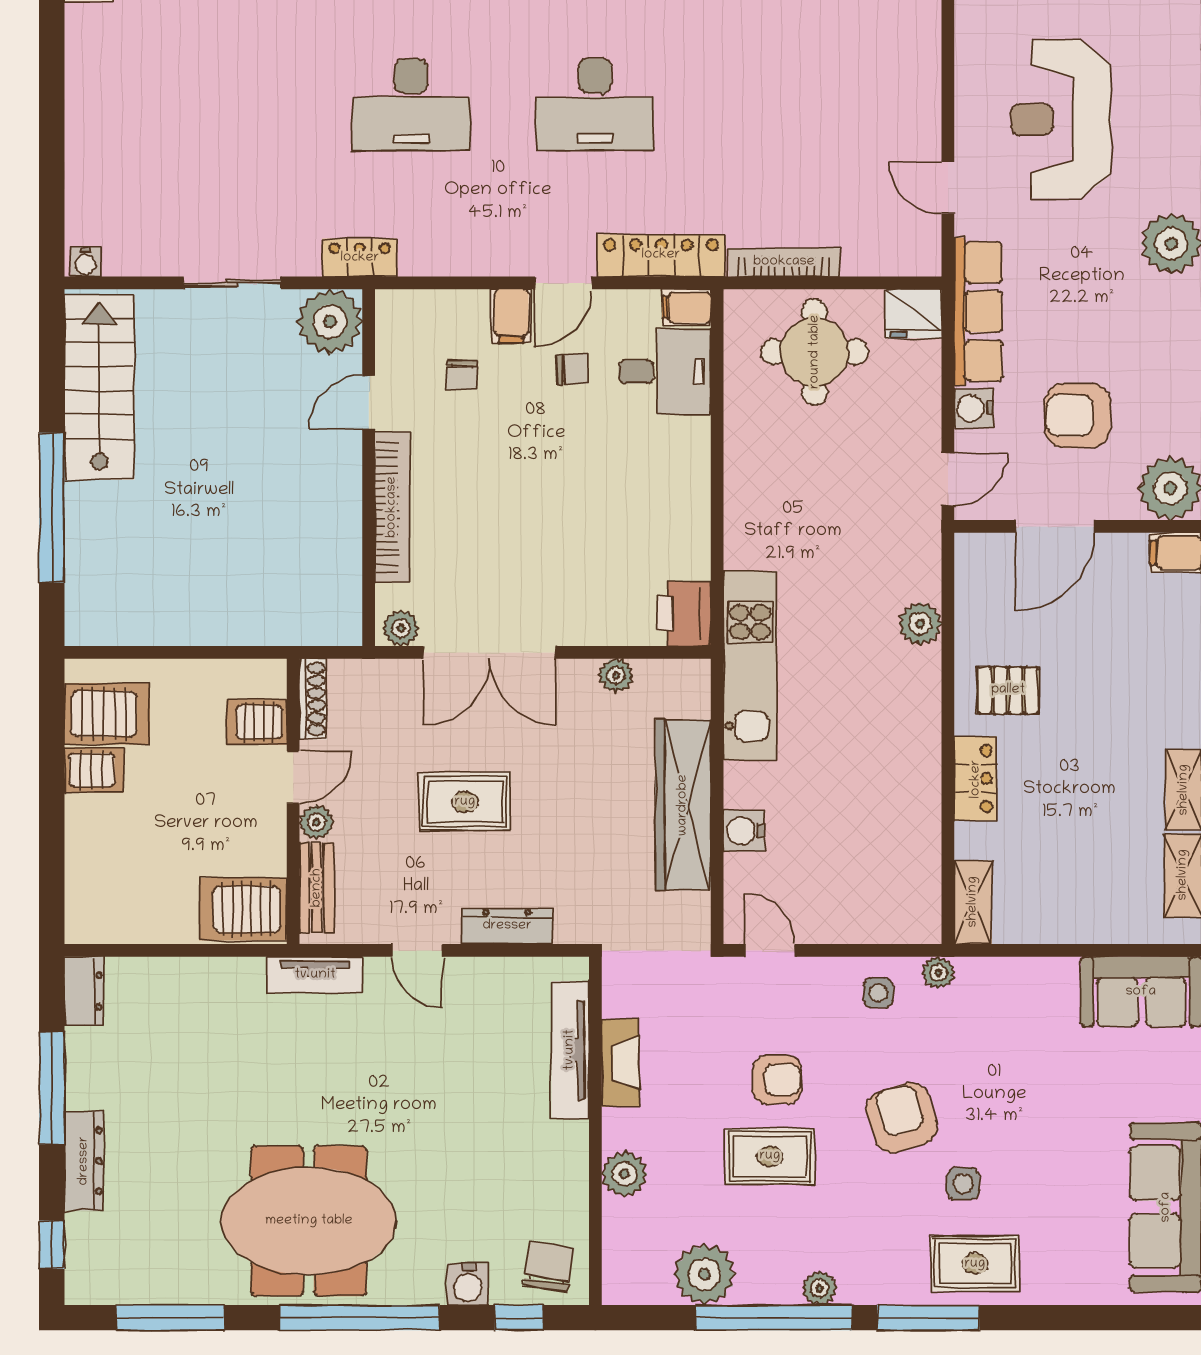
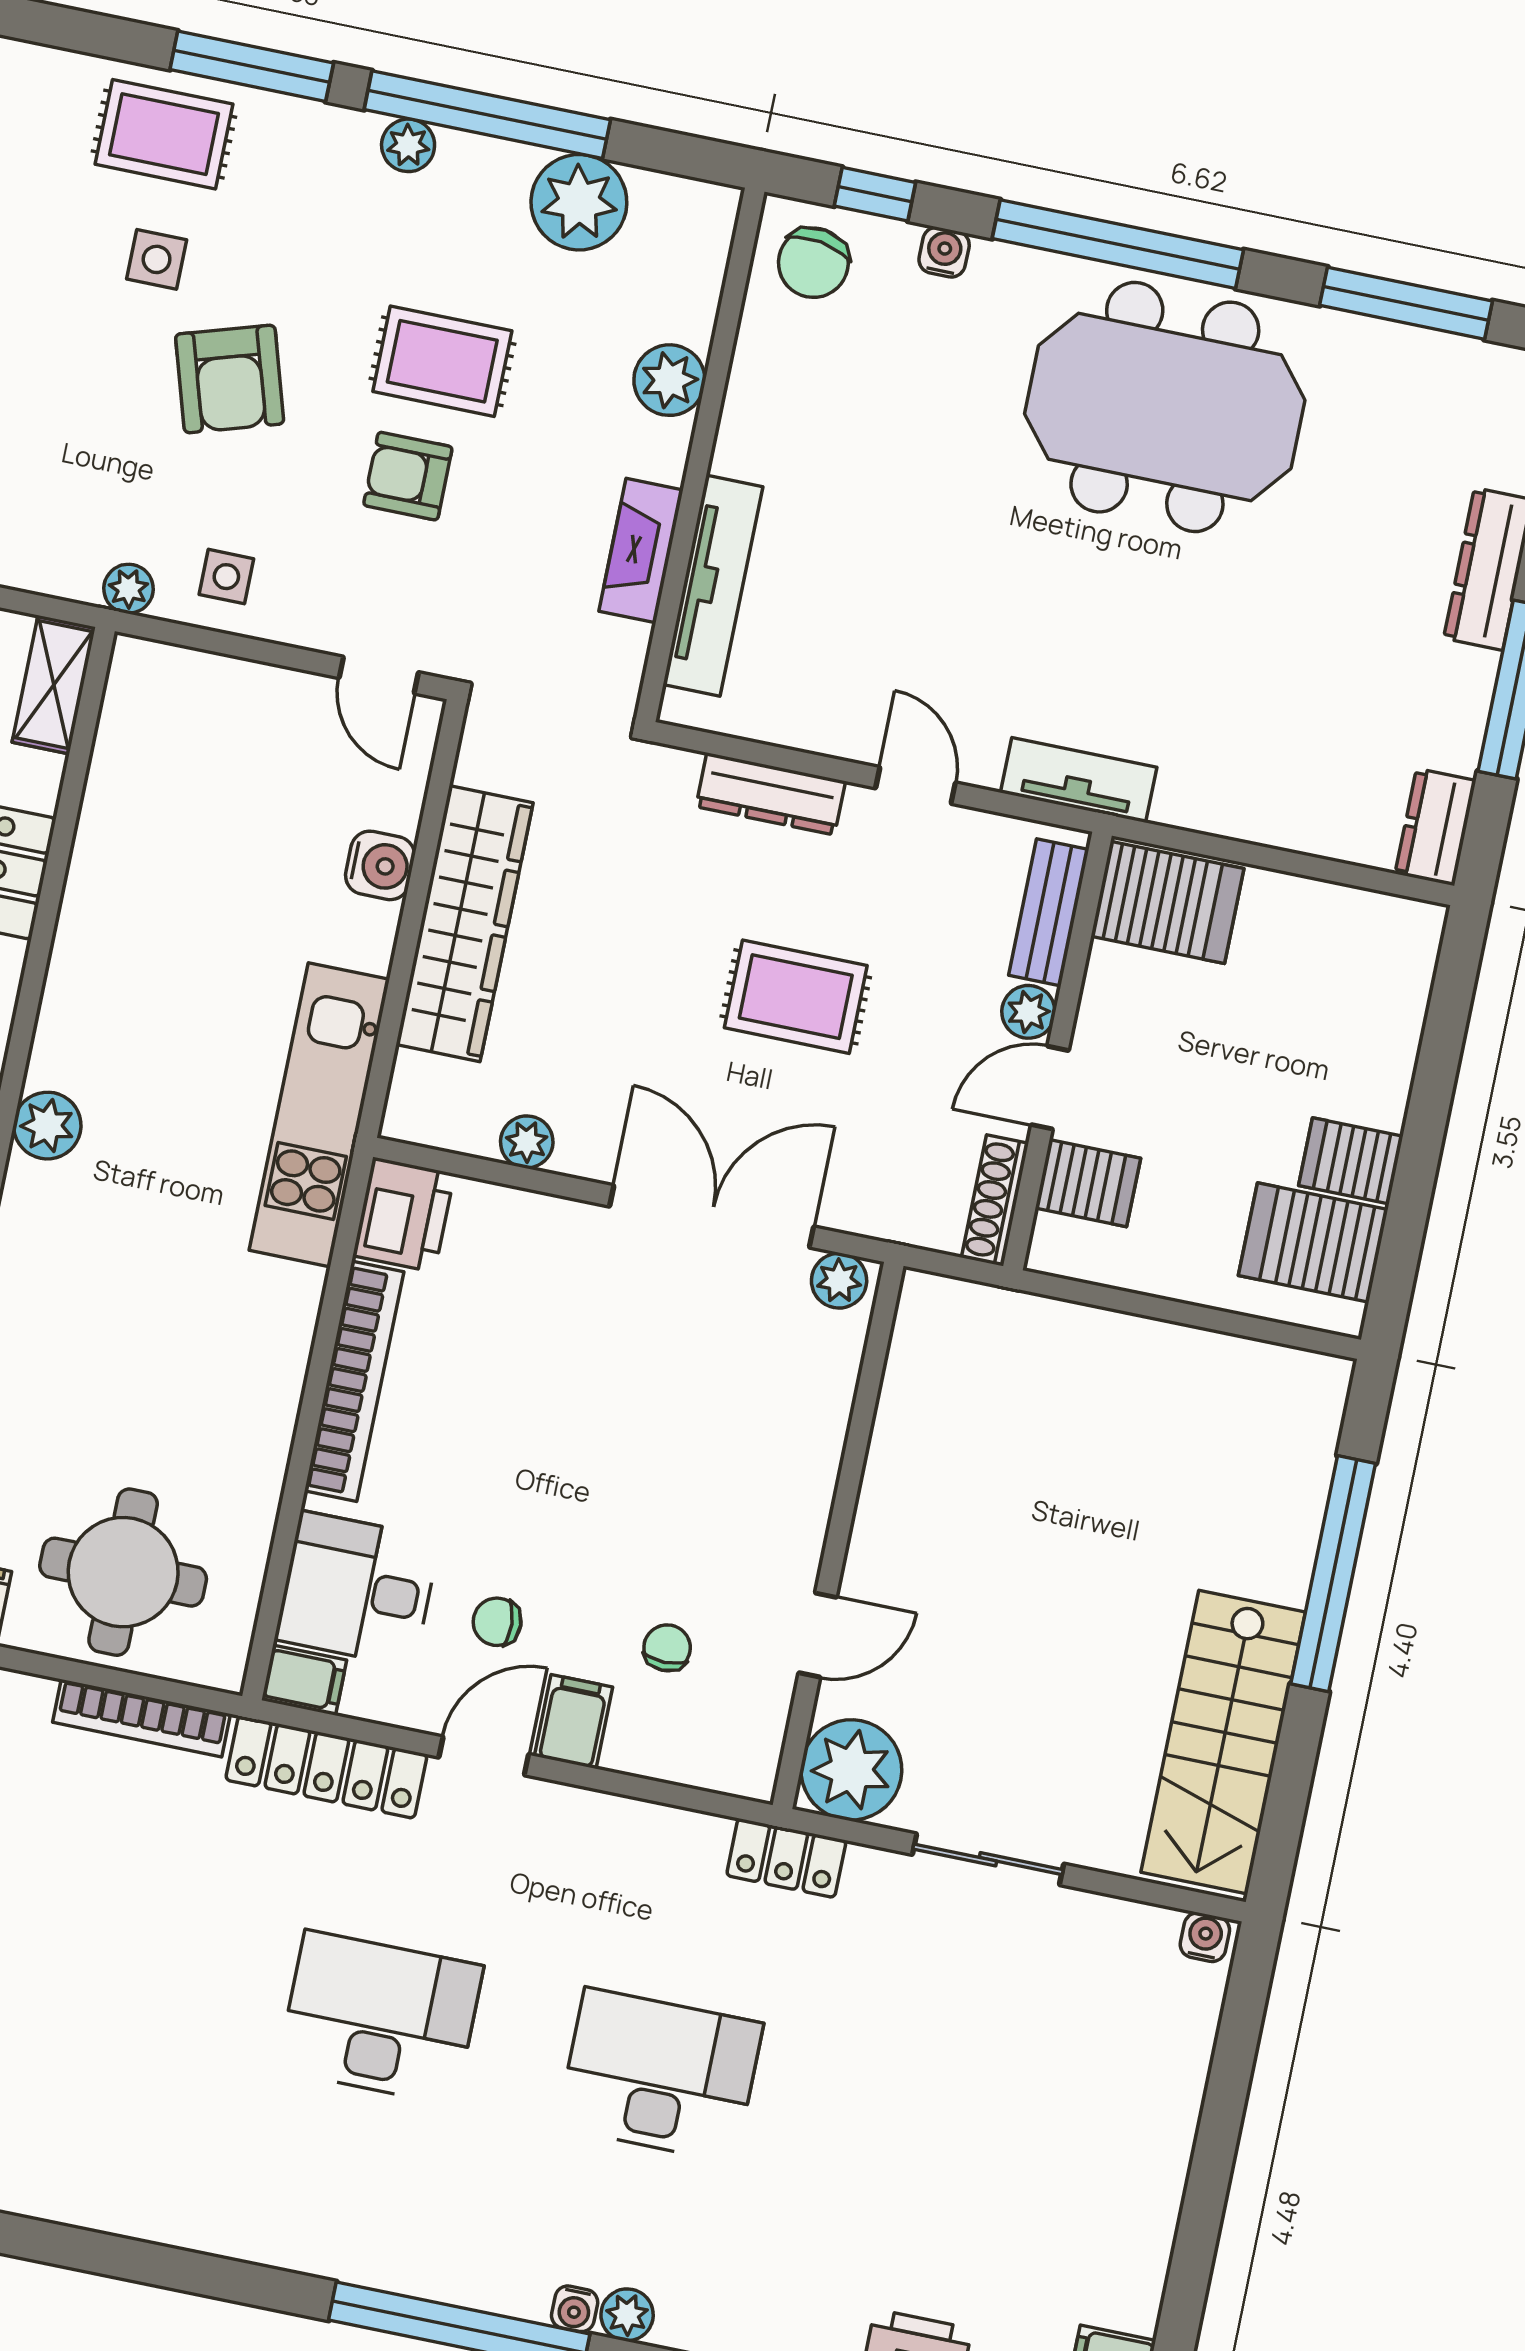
bookcase: (392, 507) -> (354, 1381), moved, turned 180
water cooler: (468, 1284) -> (944, 252), width x0.72, depth x0.72

